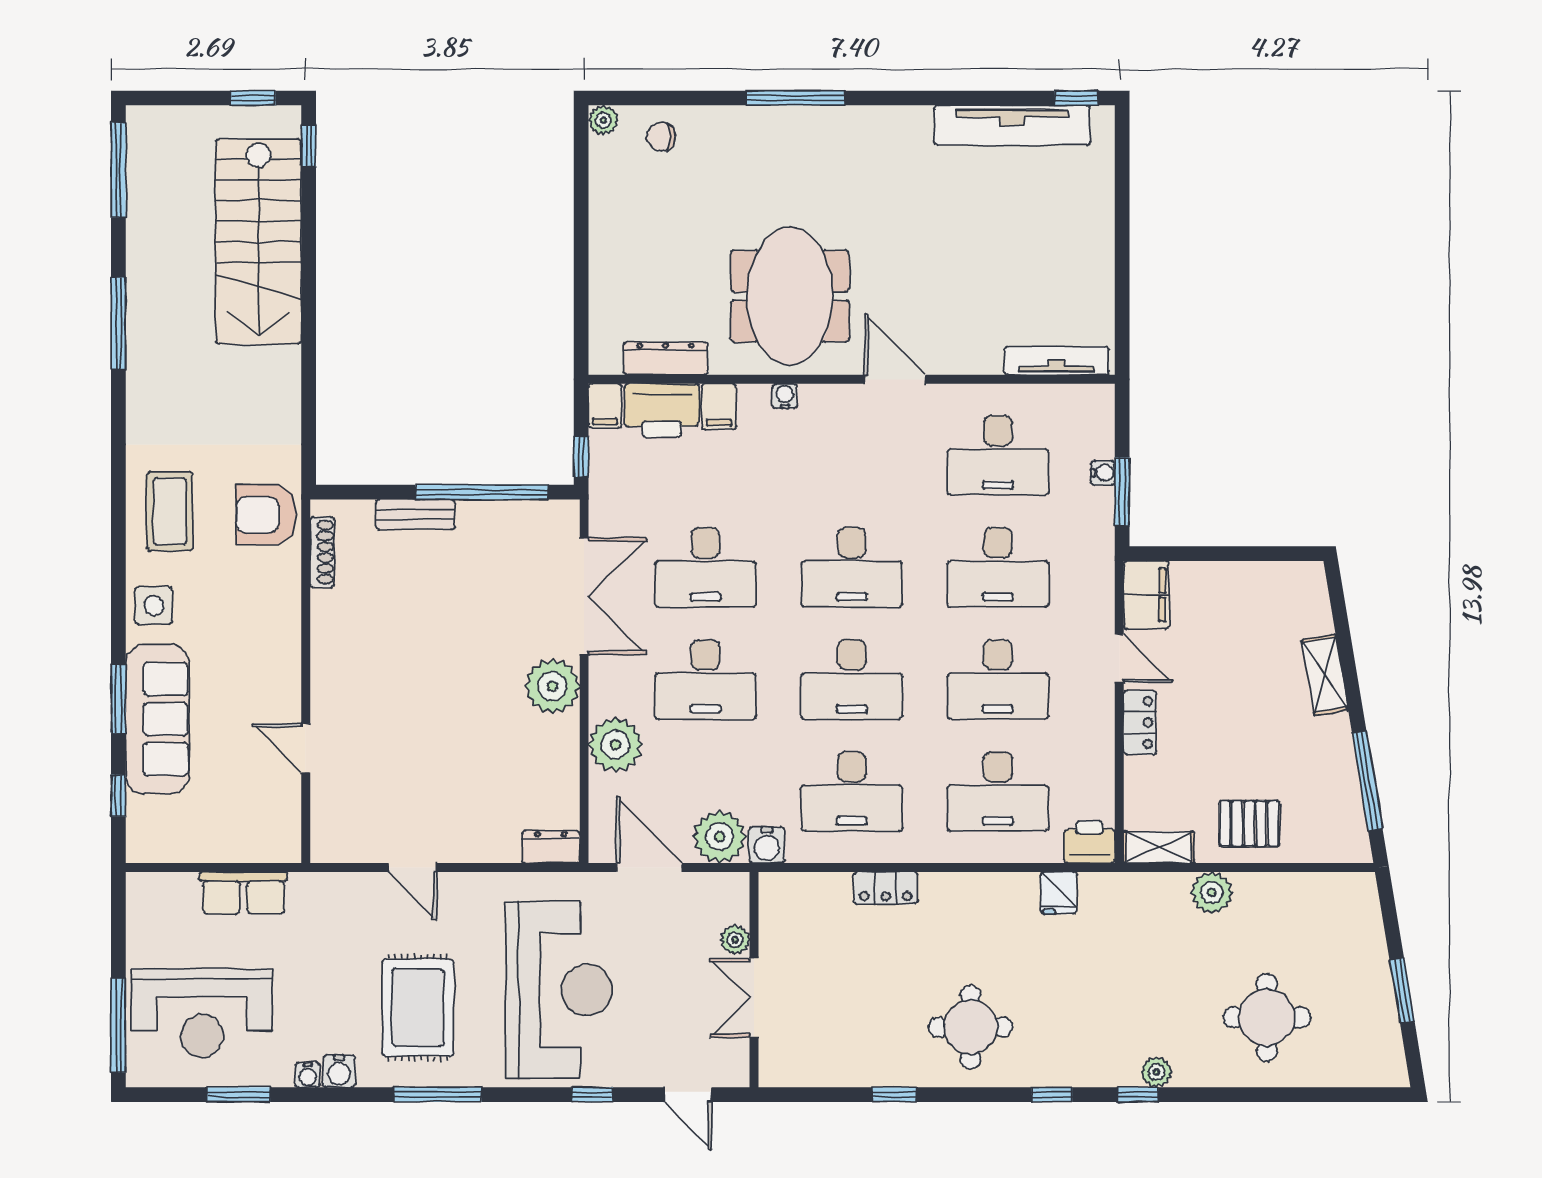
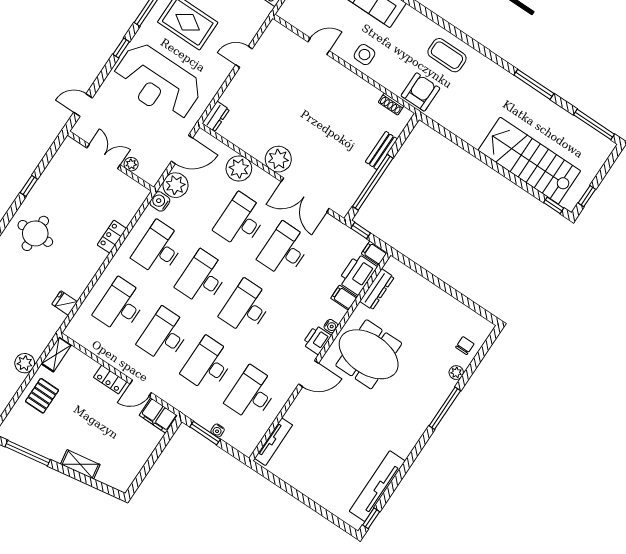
plant: (603, 120) -> (456, 373), moved
shoe rack: (322, 552) -> (391, 104), width x0.70
side table: (154, 606) -> (364, 55), moved
printer: (1089, 842) -> (317, 340), moved, turned 180
window: (592, 1095) -> (121, 48), moved

